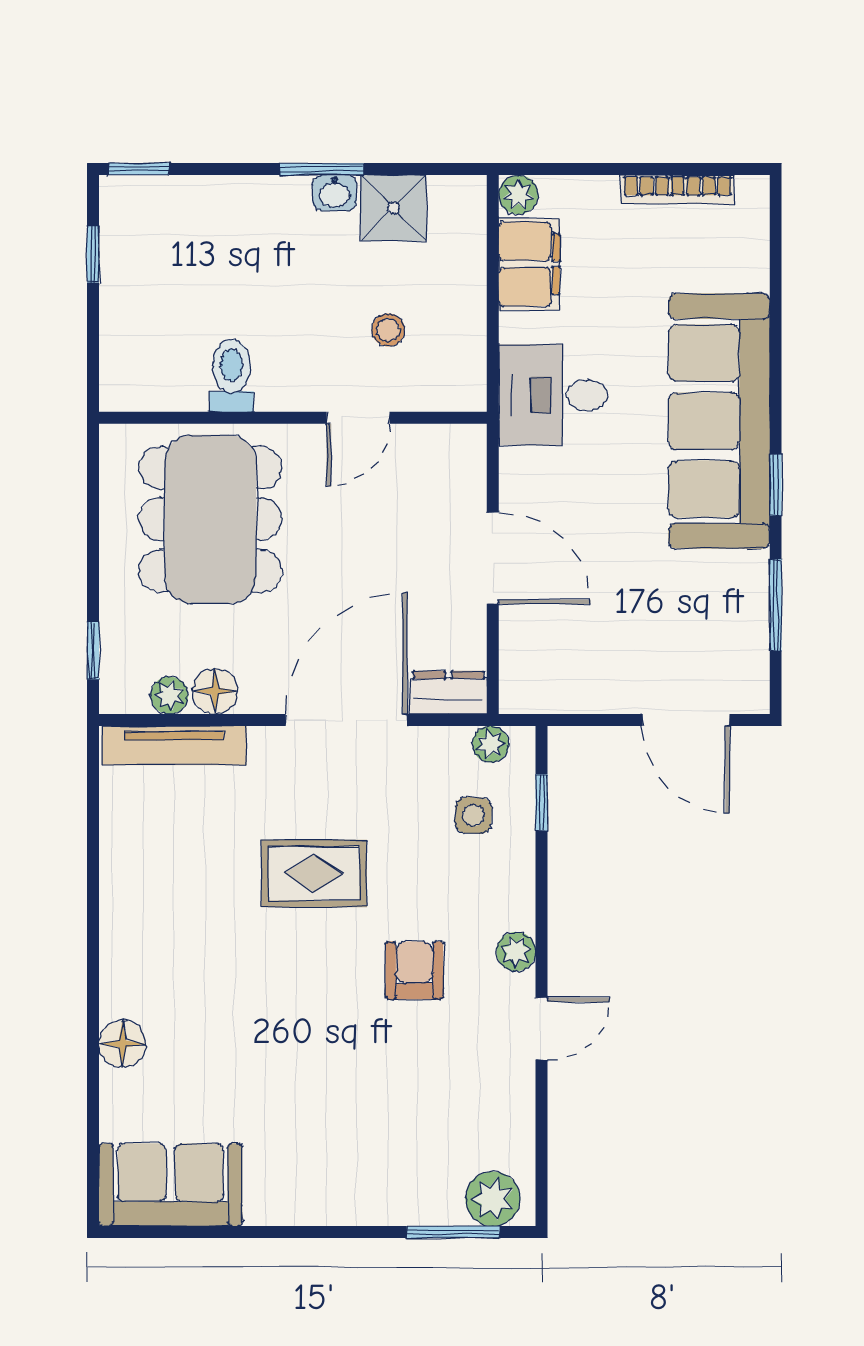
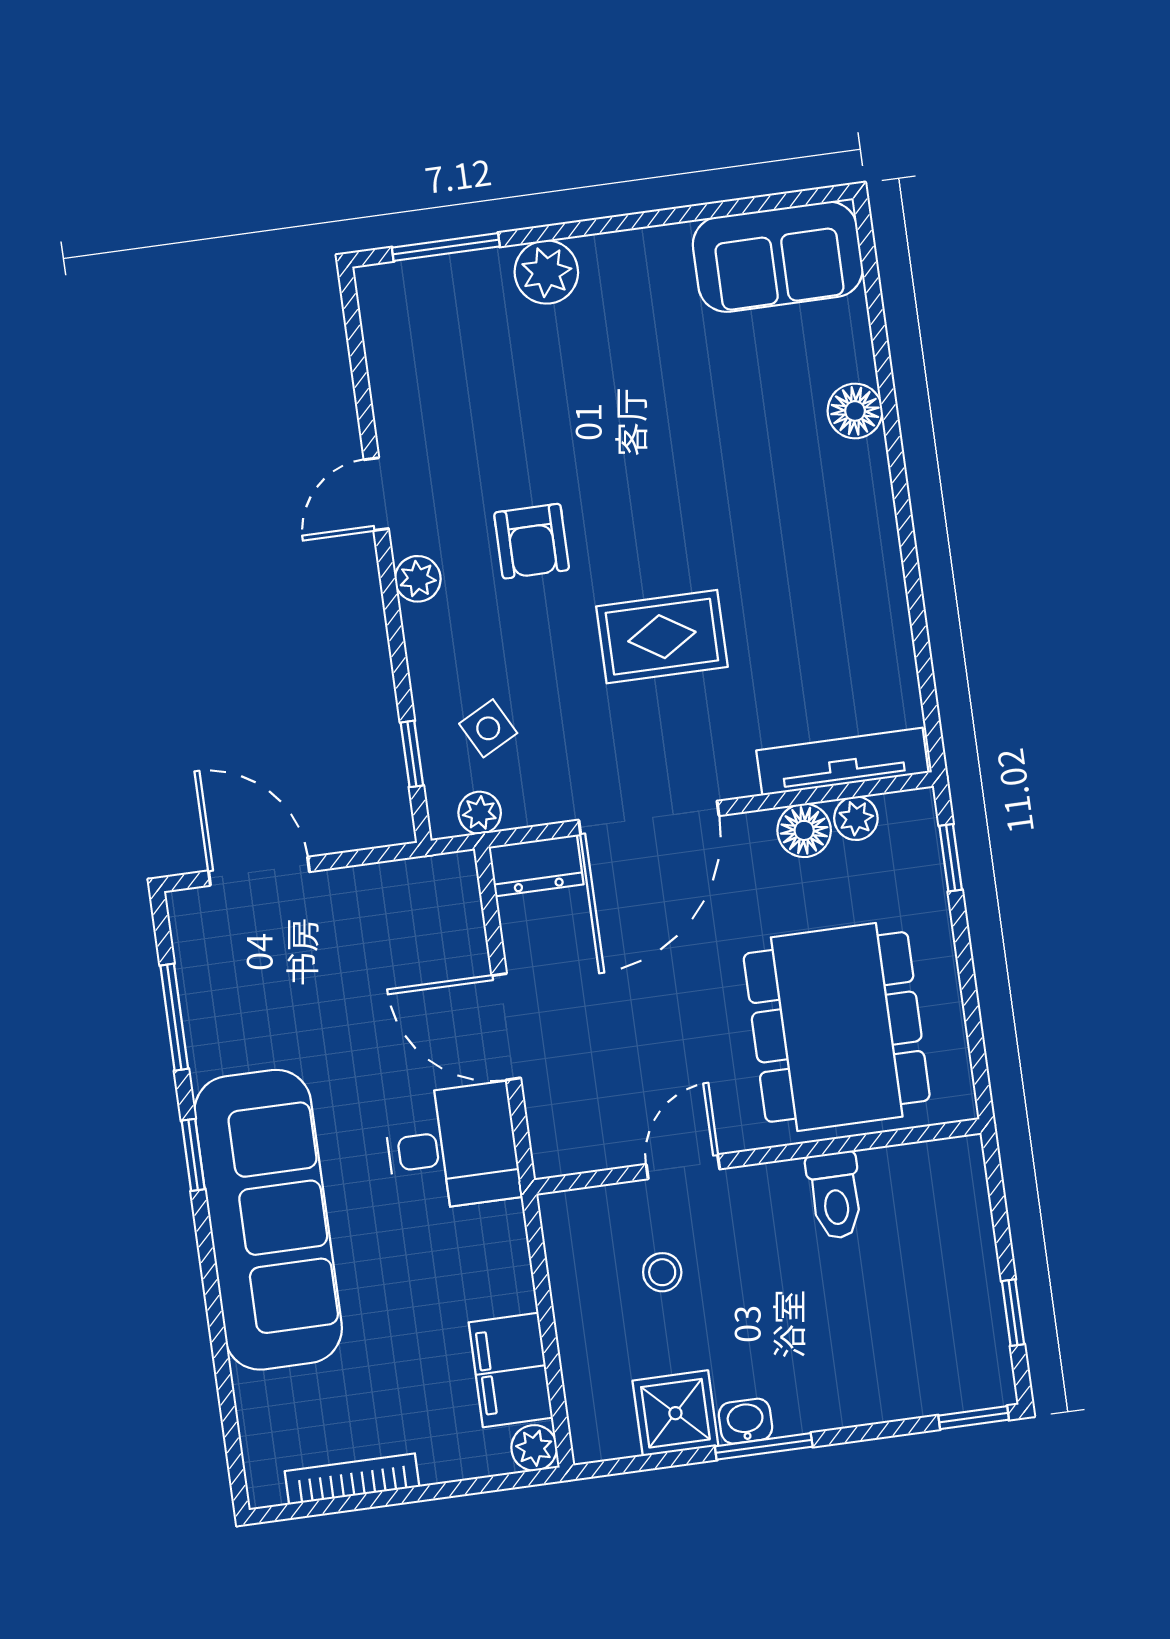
desk: (553, 395) -> (452, 1147), moved
side table: (473, 815) -> (488, 728), turned -31
plant: (493, 1199) -> (546, 272), moved

